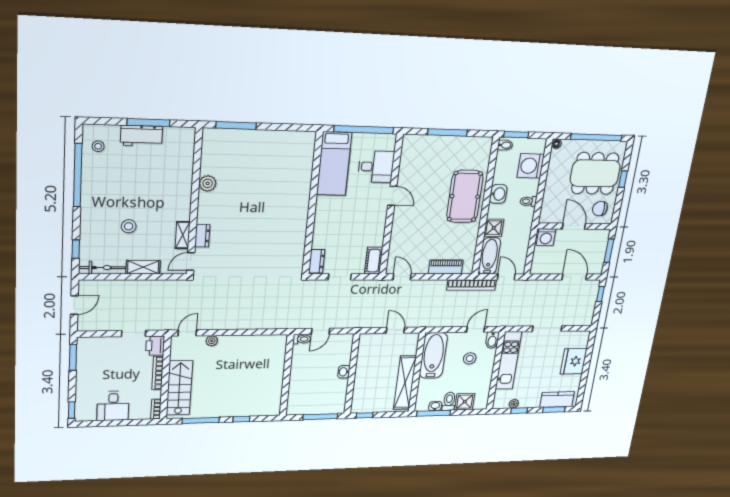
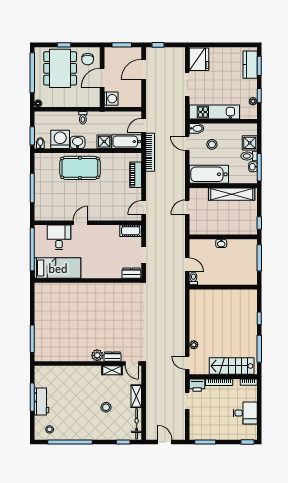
washing machine: (531, 166) -> (60, 139), moved, turned 180
plant: (208, 183) -> (97, 355), moved
fridge: (574, 361) -> (199, 59), moved, turned -90

